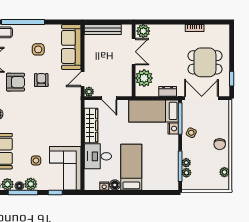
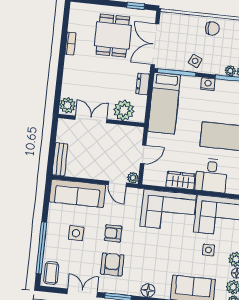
bench: (103, 30) -> (60, 159), width x0.73
corner sofa: (65, 124) -> (168, 210), added
wardrobe: (91, 125) -> (181, 180), width x0.67
nightstand: (173, 129) -> (208, 84), moved

